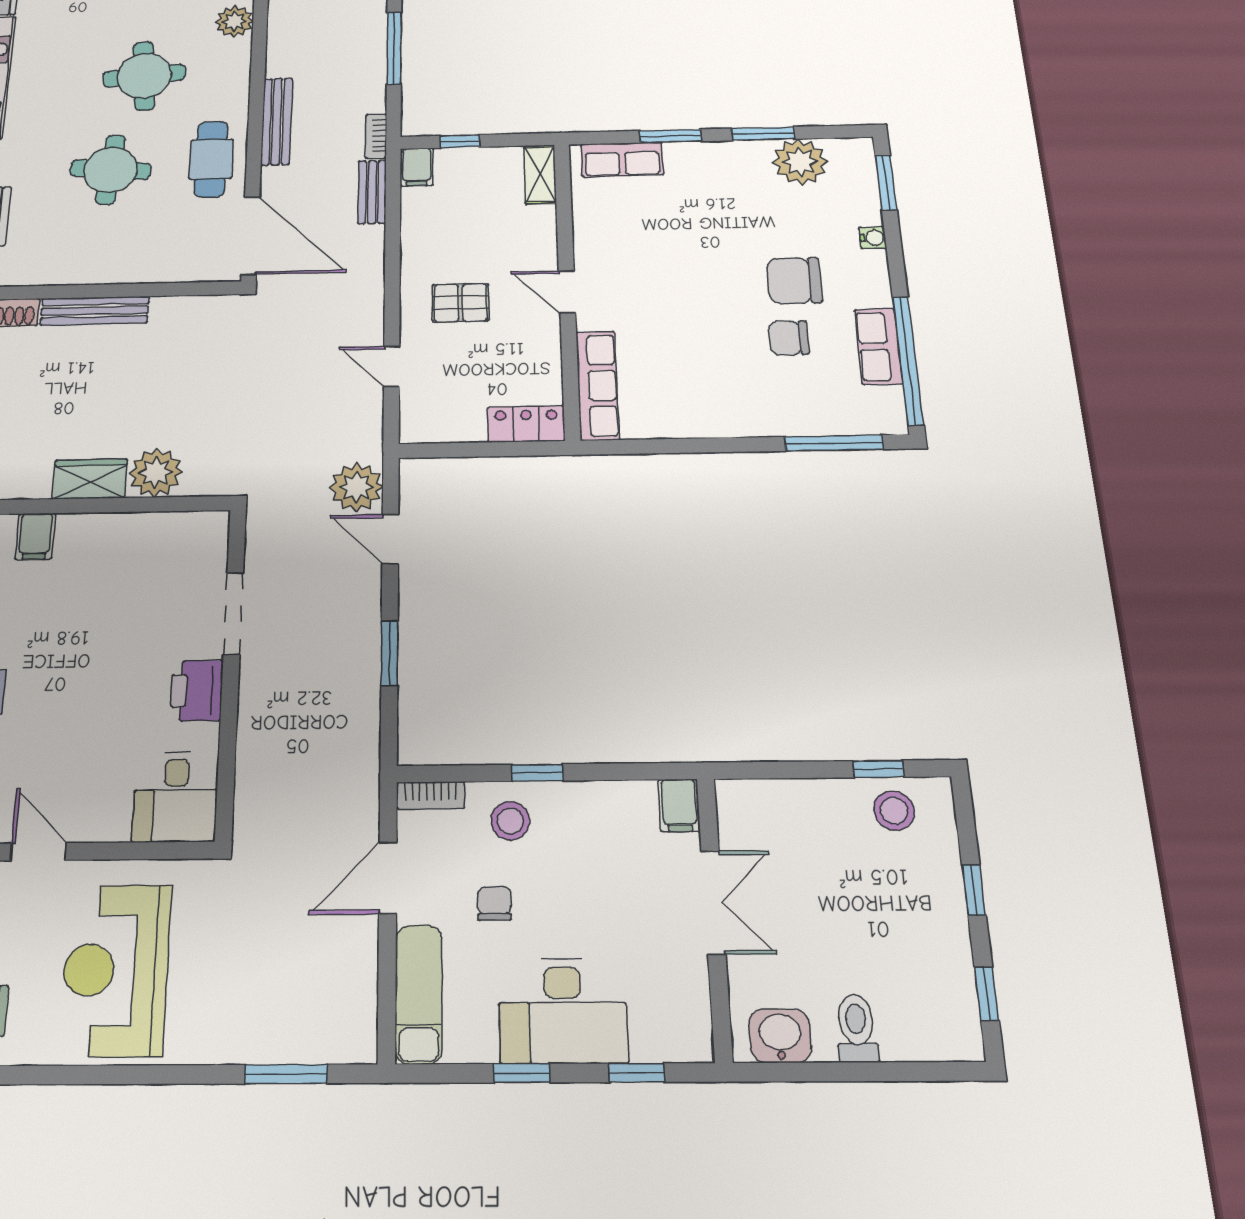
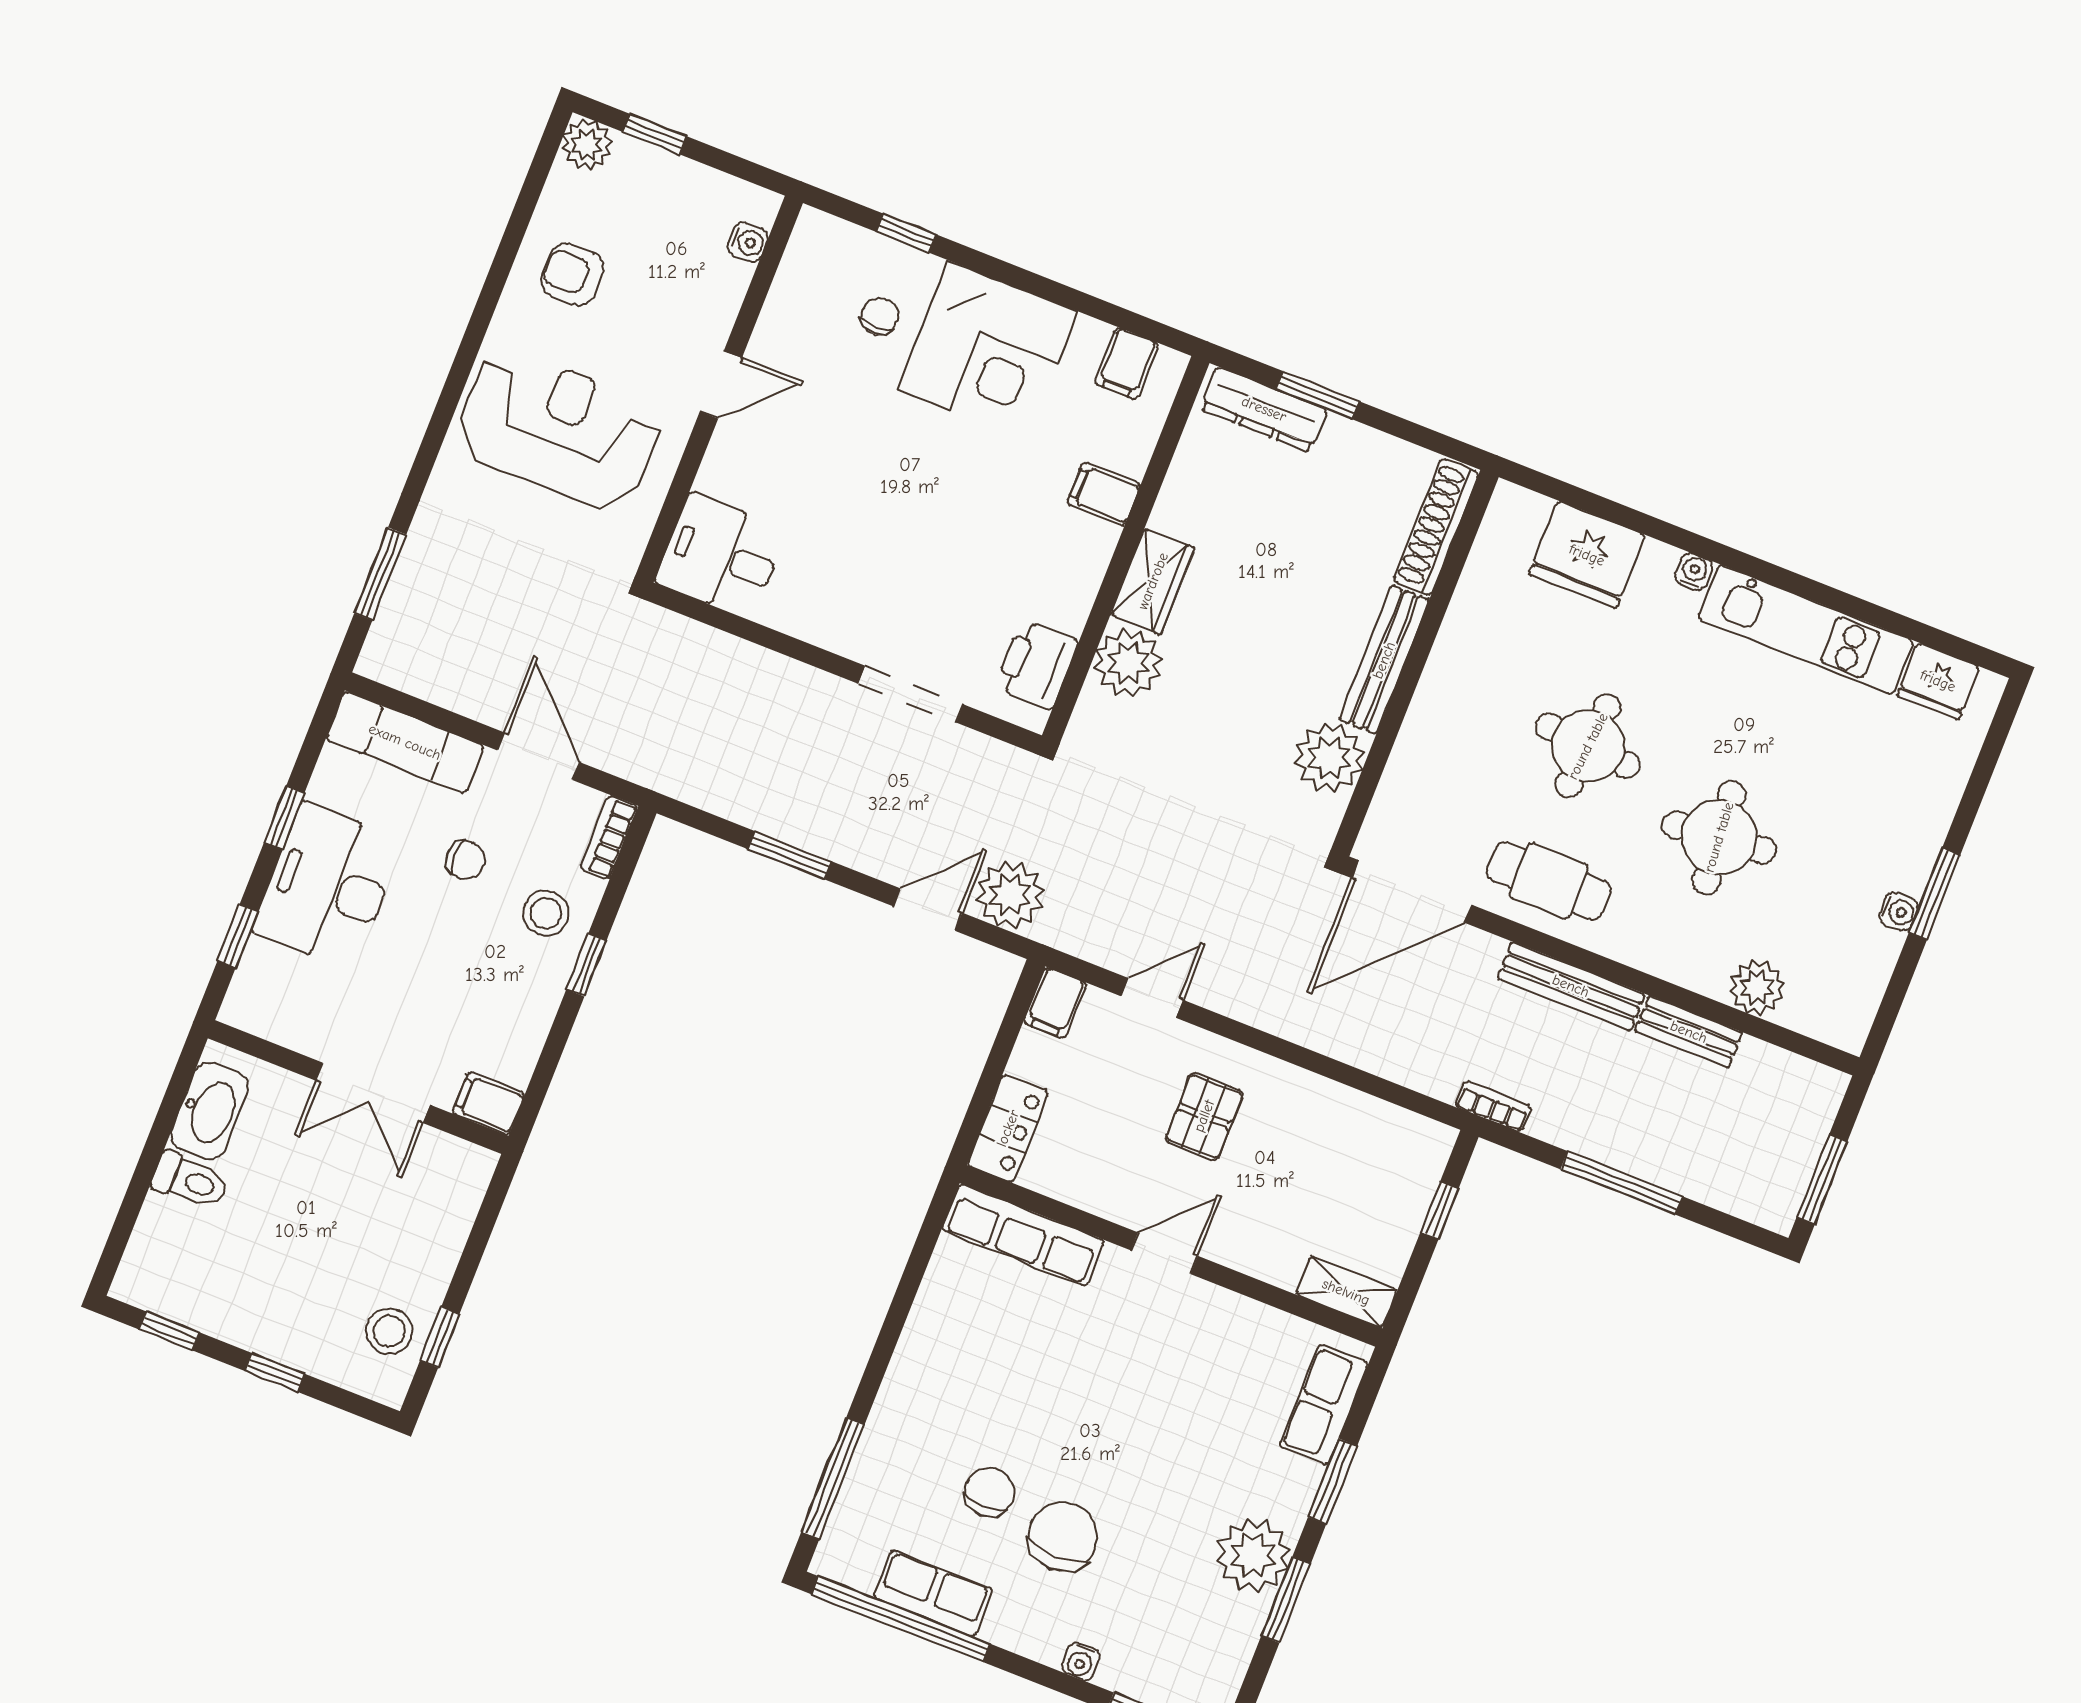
plant: (800, 162) -> (1253, 1555), moved
filing cabinet: (417, 167) -> (1055, 1003), moved, turned -90
bench: (372, 192) -> (1689, 1032), moved
plant: (177, 319) -> (1329, 758), added
printer: (197, 691) -> (1036, 664), moved, turned -90
washbasin: (780, 1036) -> (210, 1111), width x1.38

